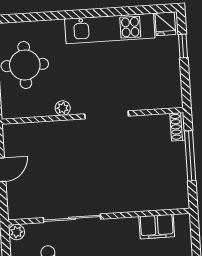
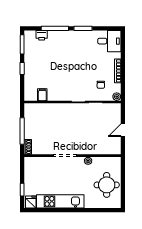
filing cabinet: (157, 227) -> (42, 95), width x0.50

